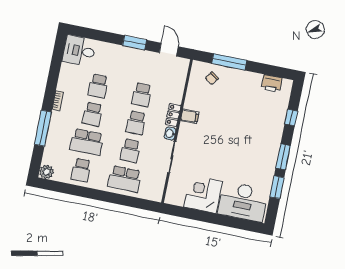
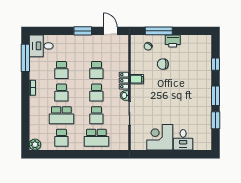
printer: (272, 84) -> (173, 41), moved
chair: (226, 104) -> (163, 64), added
window: (43, 128) -> (25, 58), moved
desk: (243, 202) -> (183, 140), width x0.53, depth x0.77

